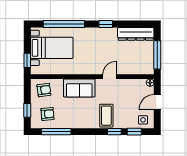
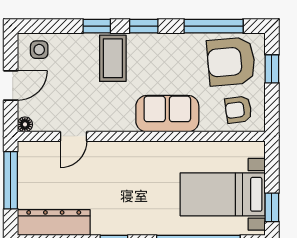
window: (27, 60) -> (272, 207), moved
door: (110, 77) -> (74, 136), moved
armchair: (48, 114) -> (231, 62), width x1.88, depth x1.88
window: (134, 132) -> (144, 26), moved

